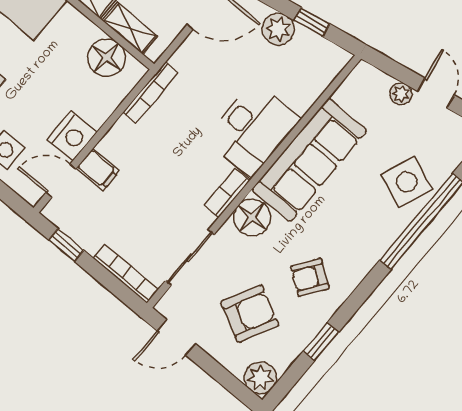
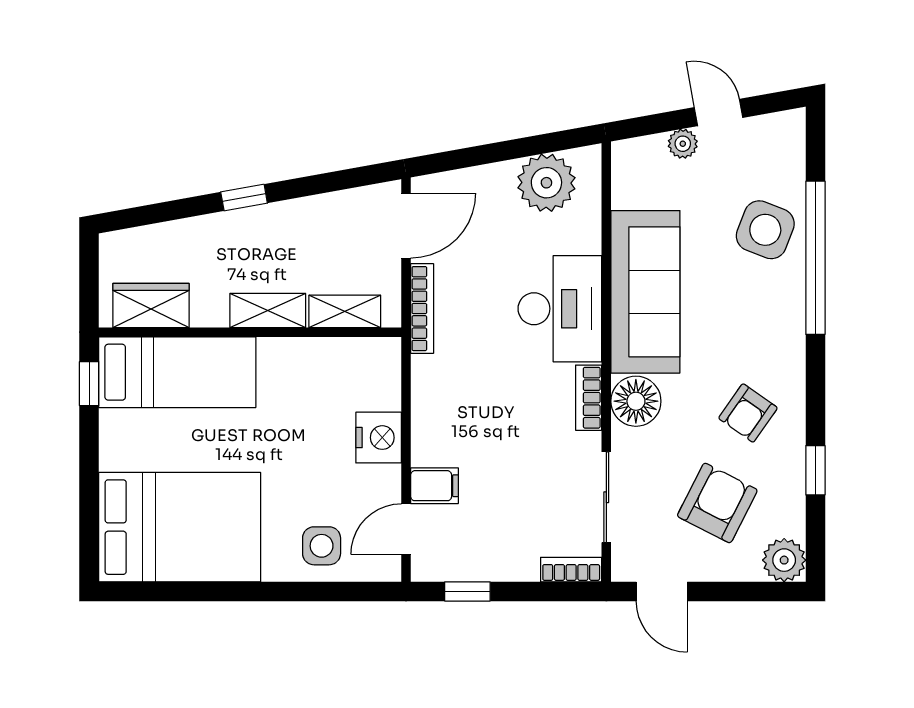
window: (312, 22) -> (528, 147), removed
plant: (278, 29) -> (546, 183), moved, width x1.36, depth x1.36
floor lamp: (107, 58) -> (346, 362), removed
bookcase: (151, 93) -> (422, 309), moved
nightstand: (72, 136) -> (379, 438), moved
bookcase: (126, 274) -> (571, 570), width x0.64
door: (176, 337) -> (662, 591), hinge flipped

